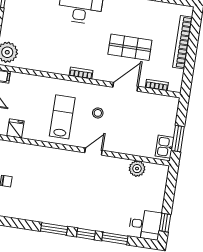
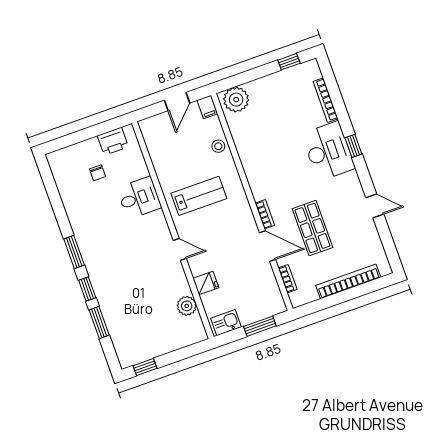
bookcase: (81, 73) -> (265, 214), moved
stool: (98, 113) -> (218, 146), moved
fridge: (16, 128) -> (206, 283), moved
window: (178, 139) -> (260, 326), moved
desk: (145, 225) -> (139, 198), moved, turned -90

